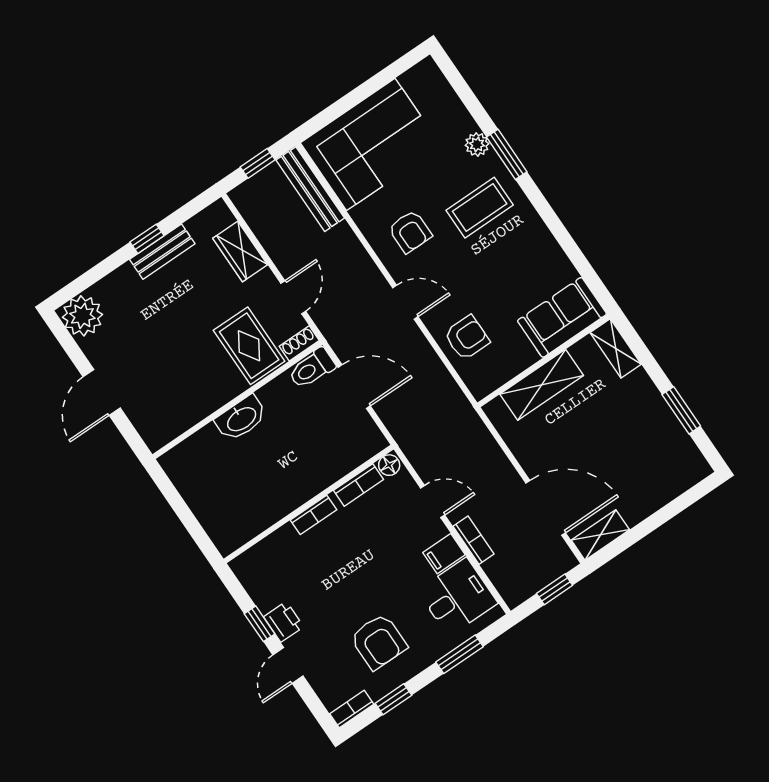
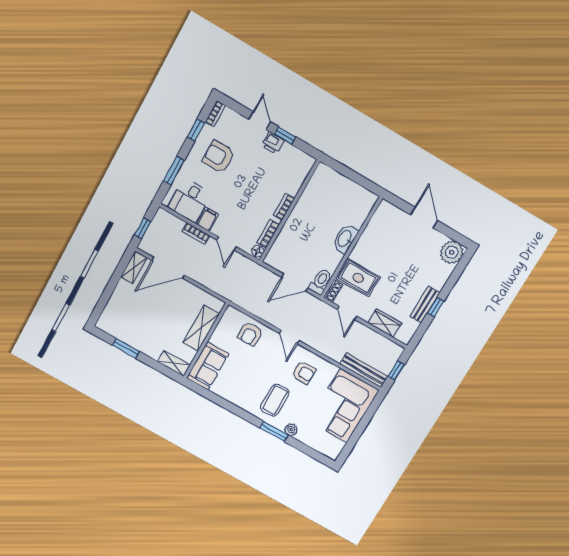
armchair: (410, 232) -> (304, 373), turned 180
door: (405, 302) -> (289, 337), hinge flipped
door: (433, 501) -> (227, 243), hinge flipped

